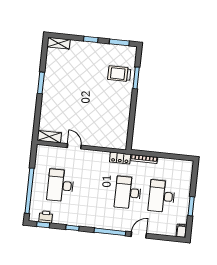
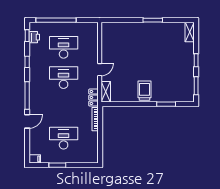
trolley: (119, 74) -> (144, 91), moved
shelving: (49, 137) -> (106, 92), moved
door: (74, 146) -> (100, 70), moved
desk: (128, 193) -> (64, 78), moved
door: (139, 235) -> (27, 121), hinge flipped

